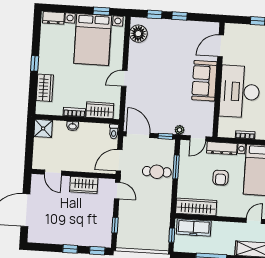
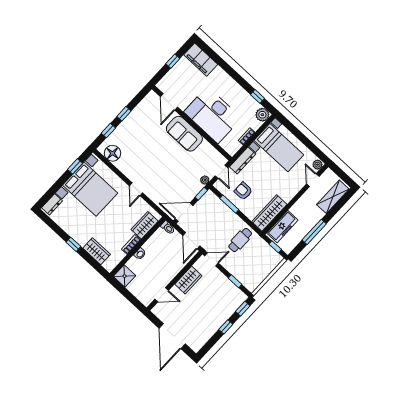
cafe table: (157, 172) -> (240, 240), moved
armchair: (221, 178) -> (243, 191), moved, turned 180

